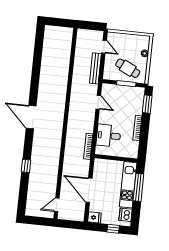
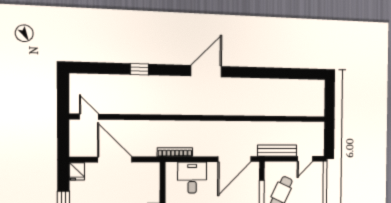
door: (98, 102) -> (234, 159), width x1.88
door: (89, 190) -> (115, 160), hinge flipped

